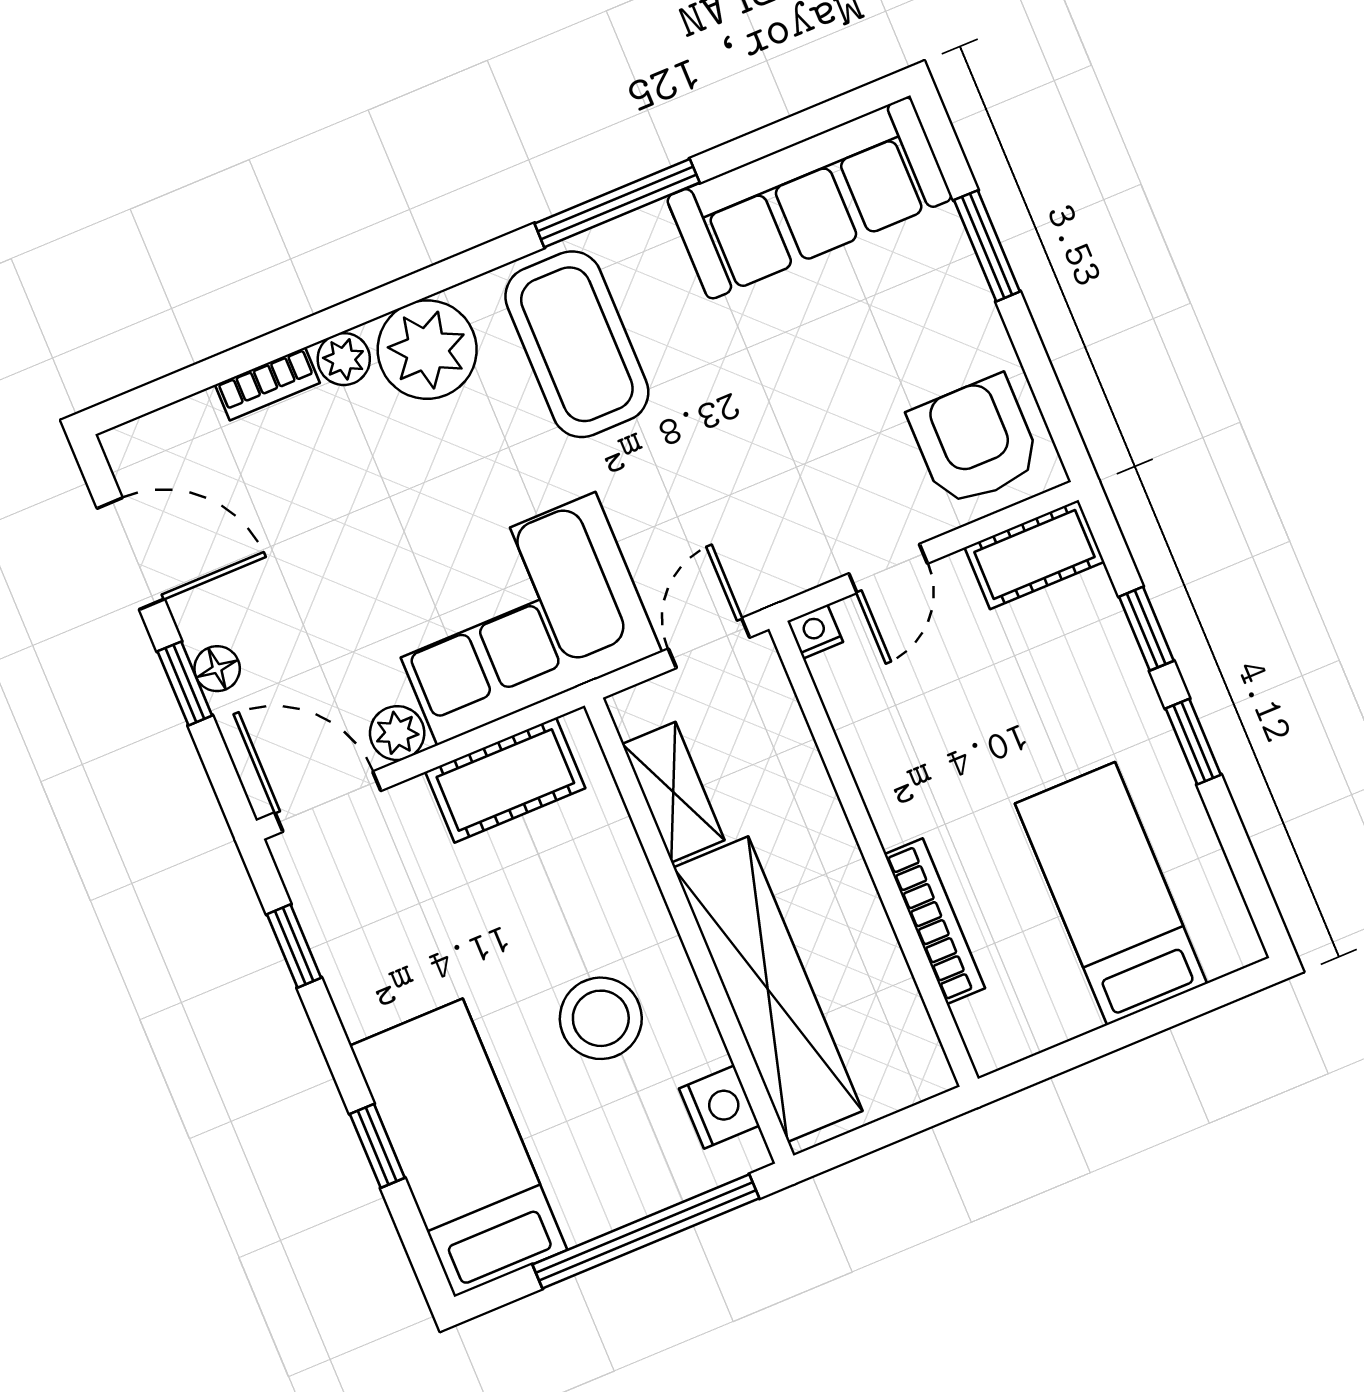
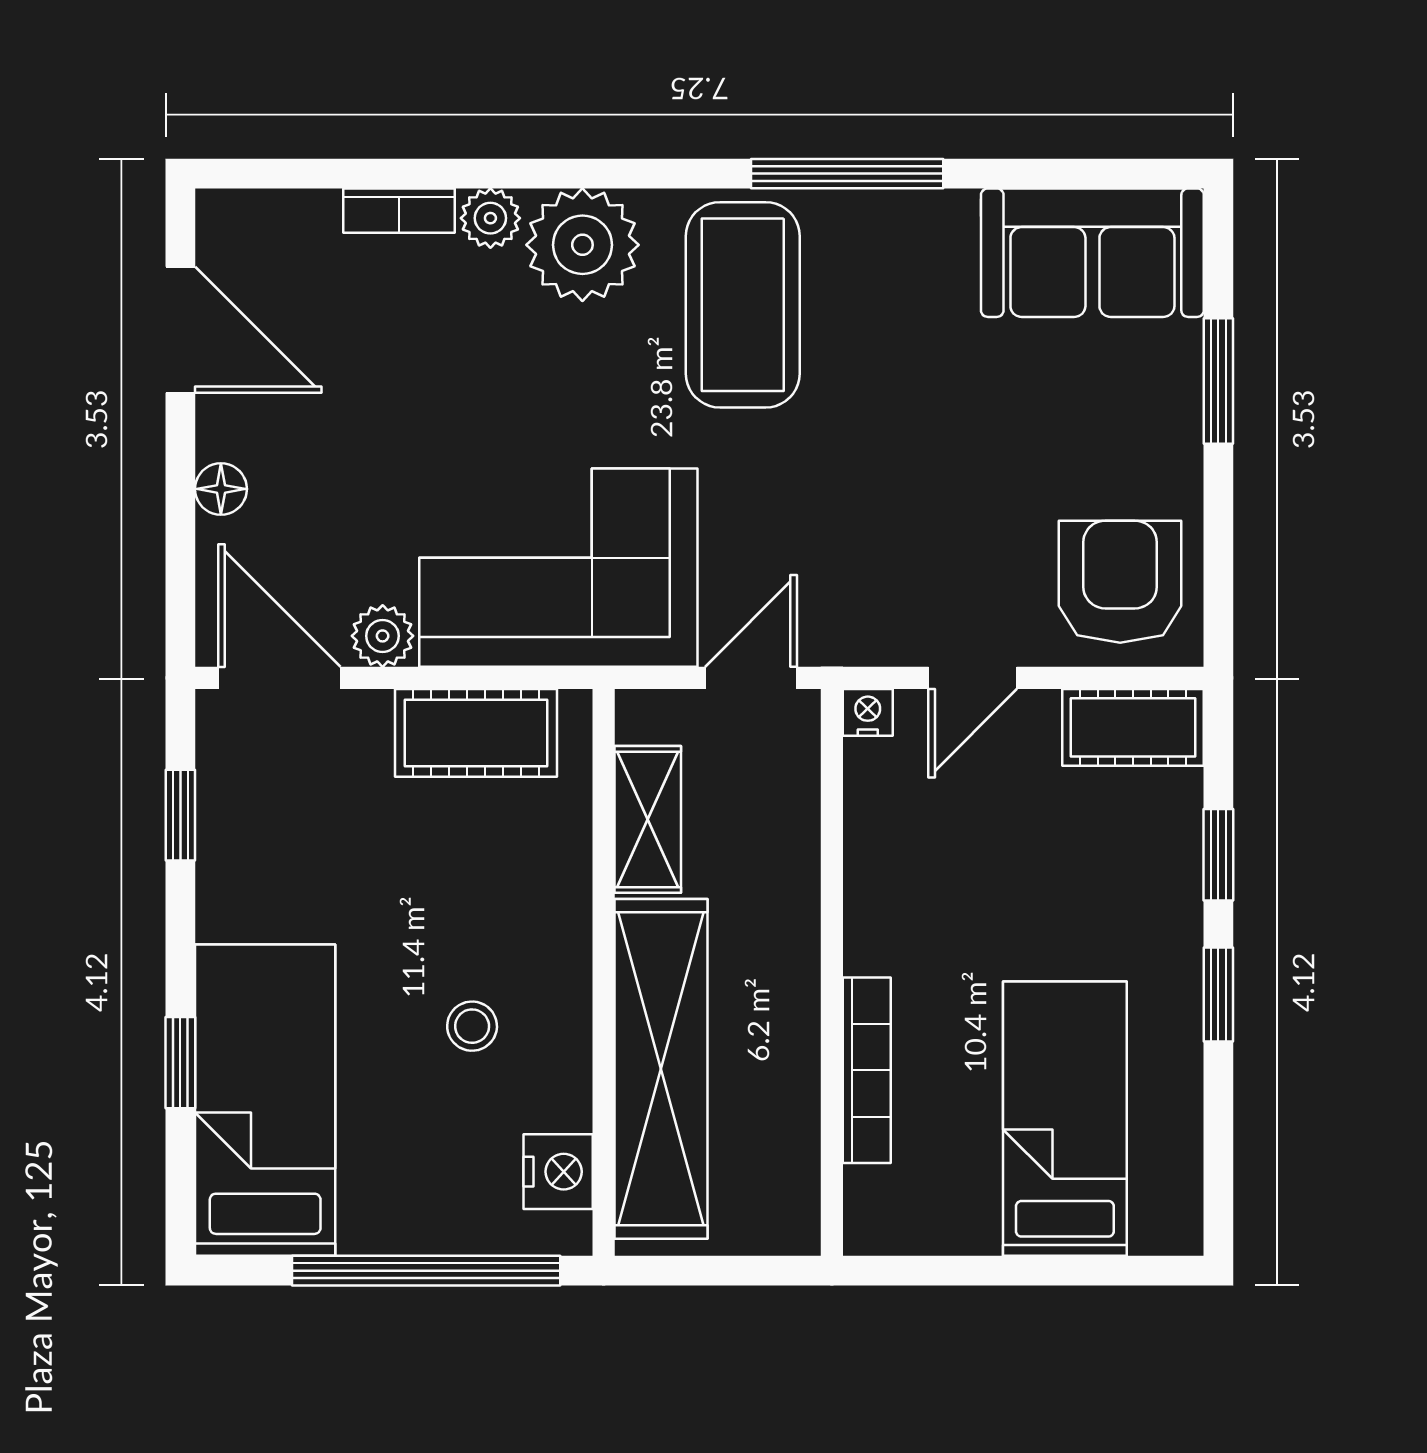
sofa: (810, 198) -> (1092, 253), width x0.73
window: (185, 683) -> (180, 490), removed
stool: (601, 1018) -> (472, 1026), width x0.53, depth x0.53

